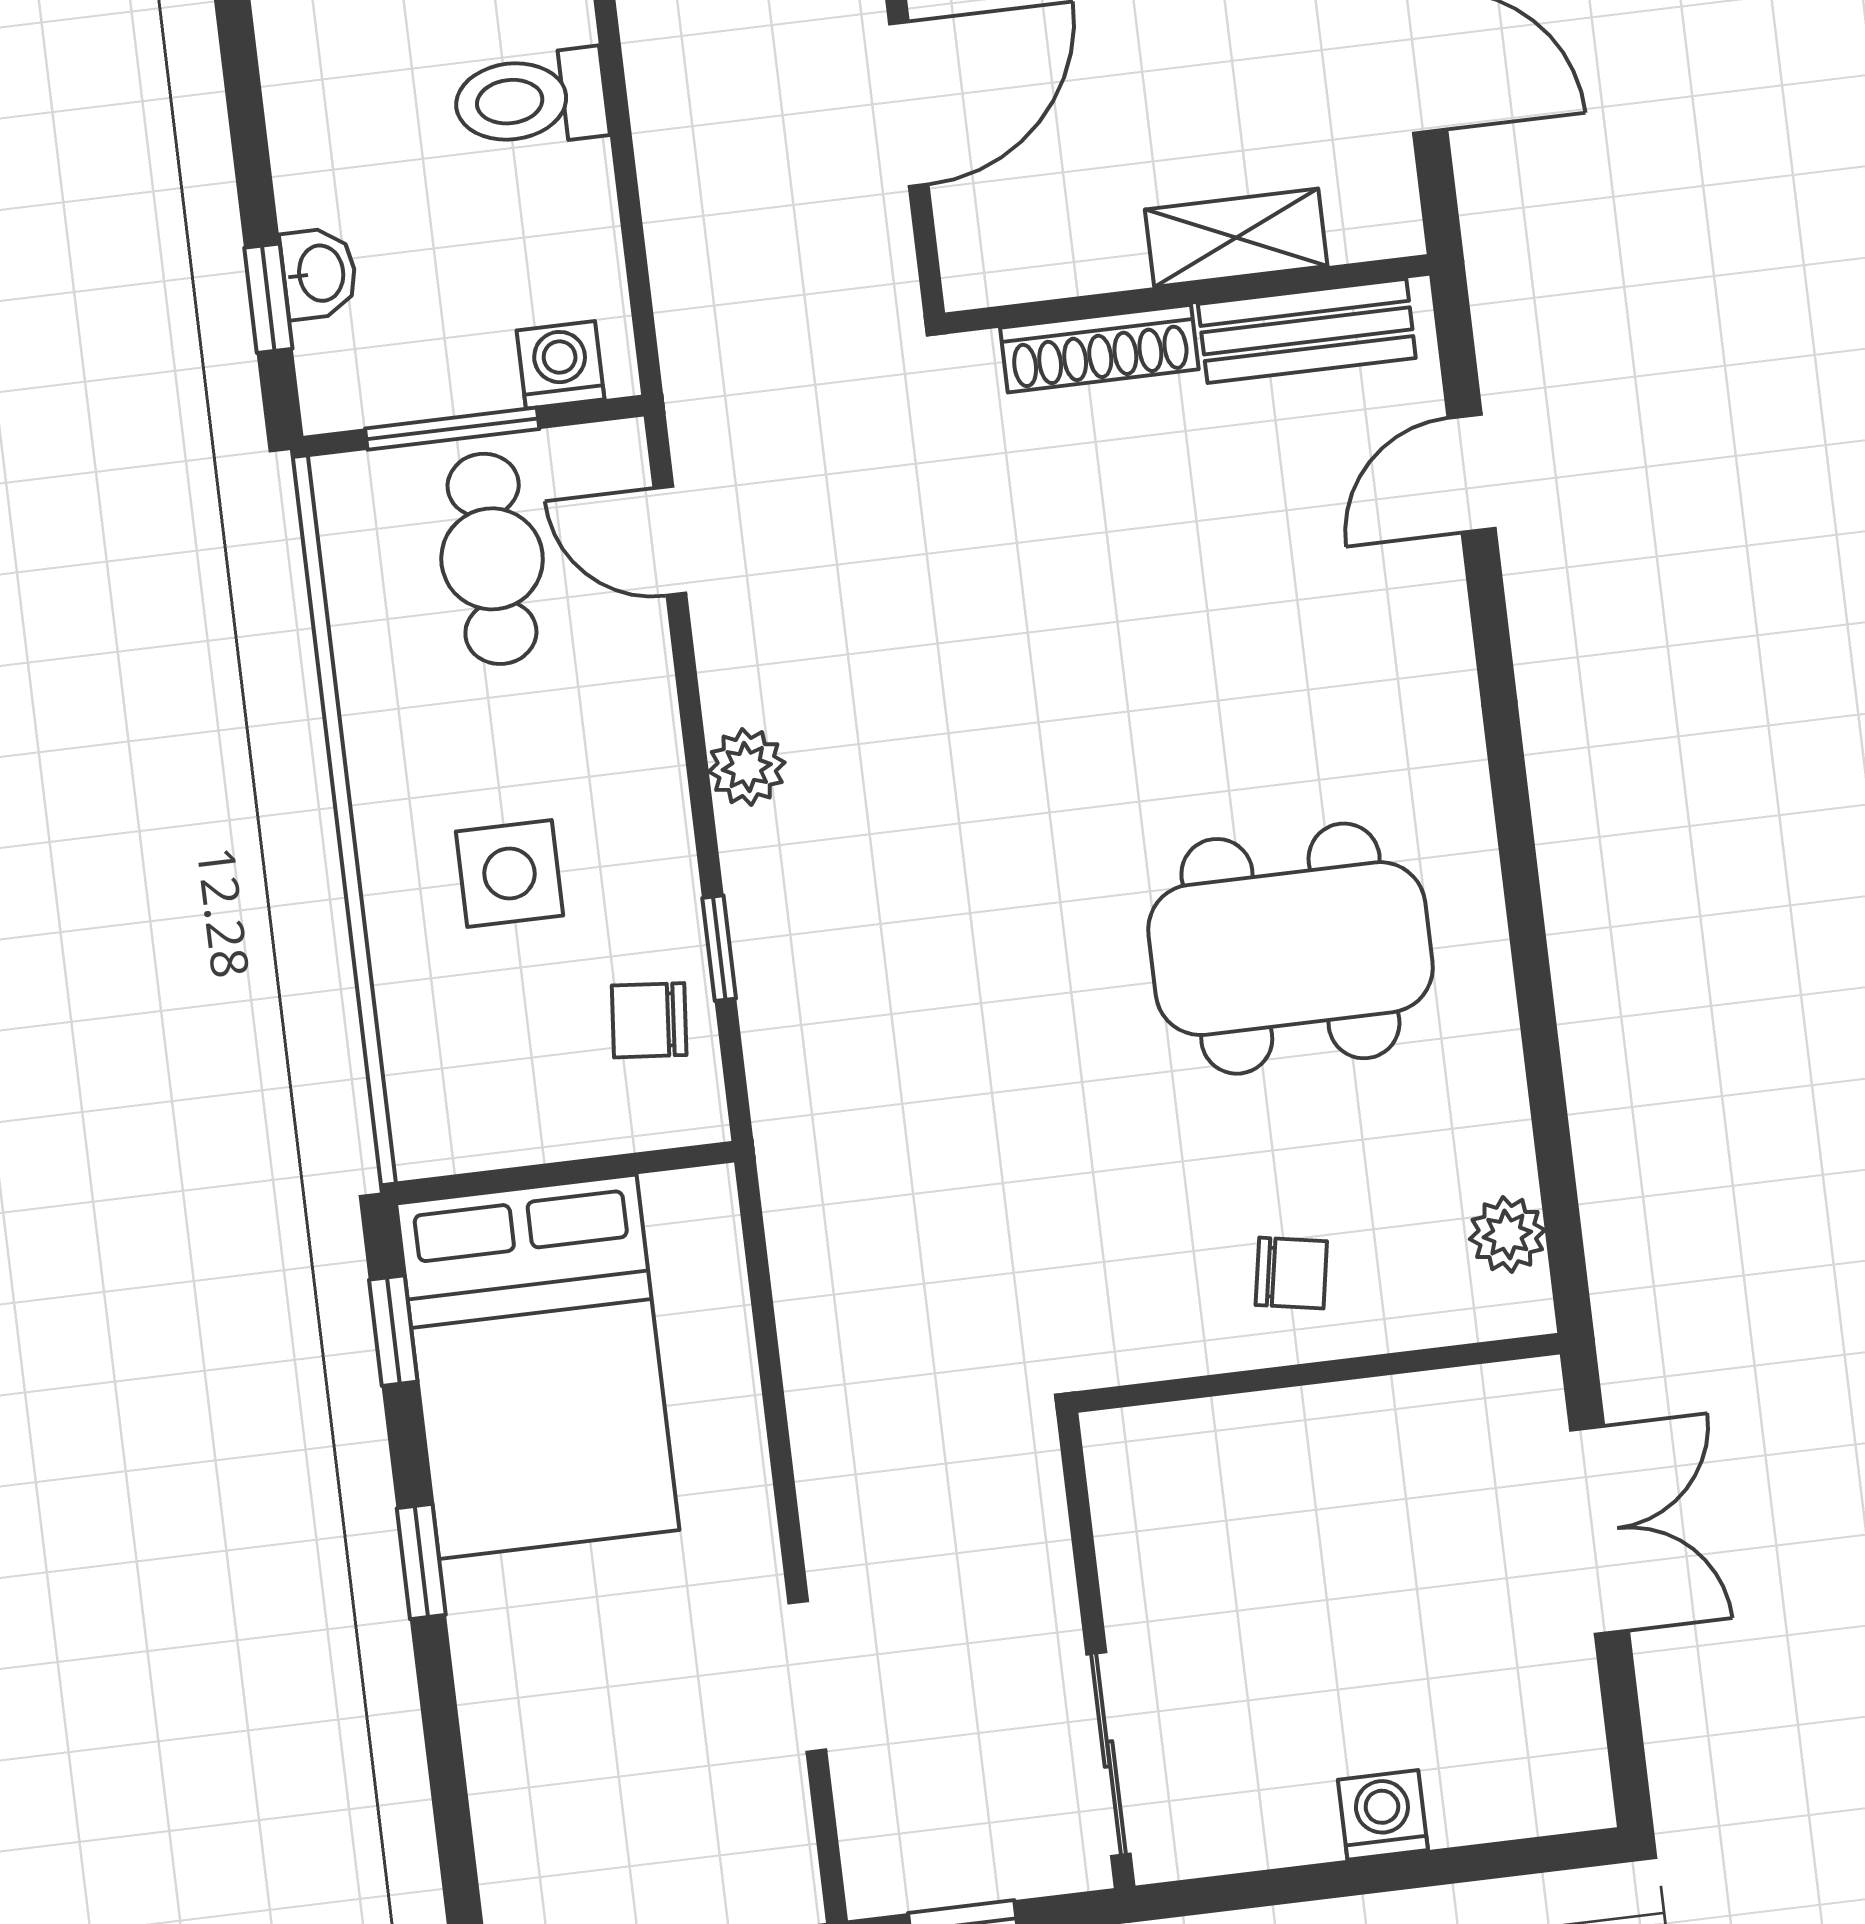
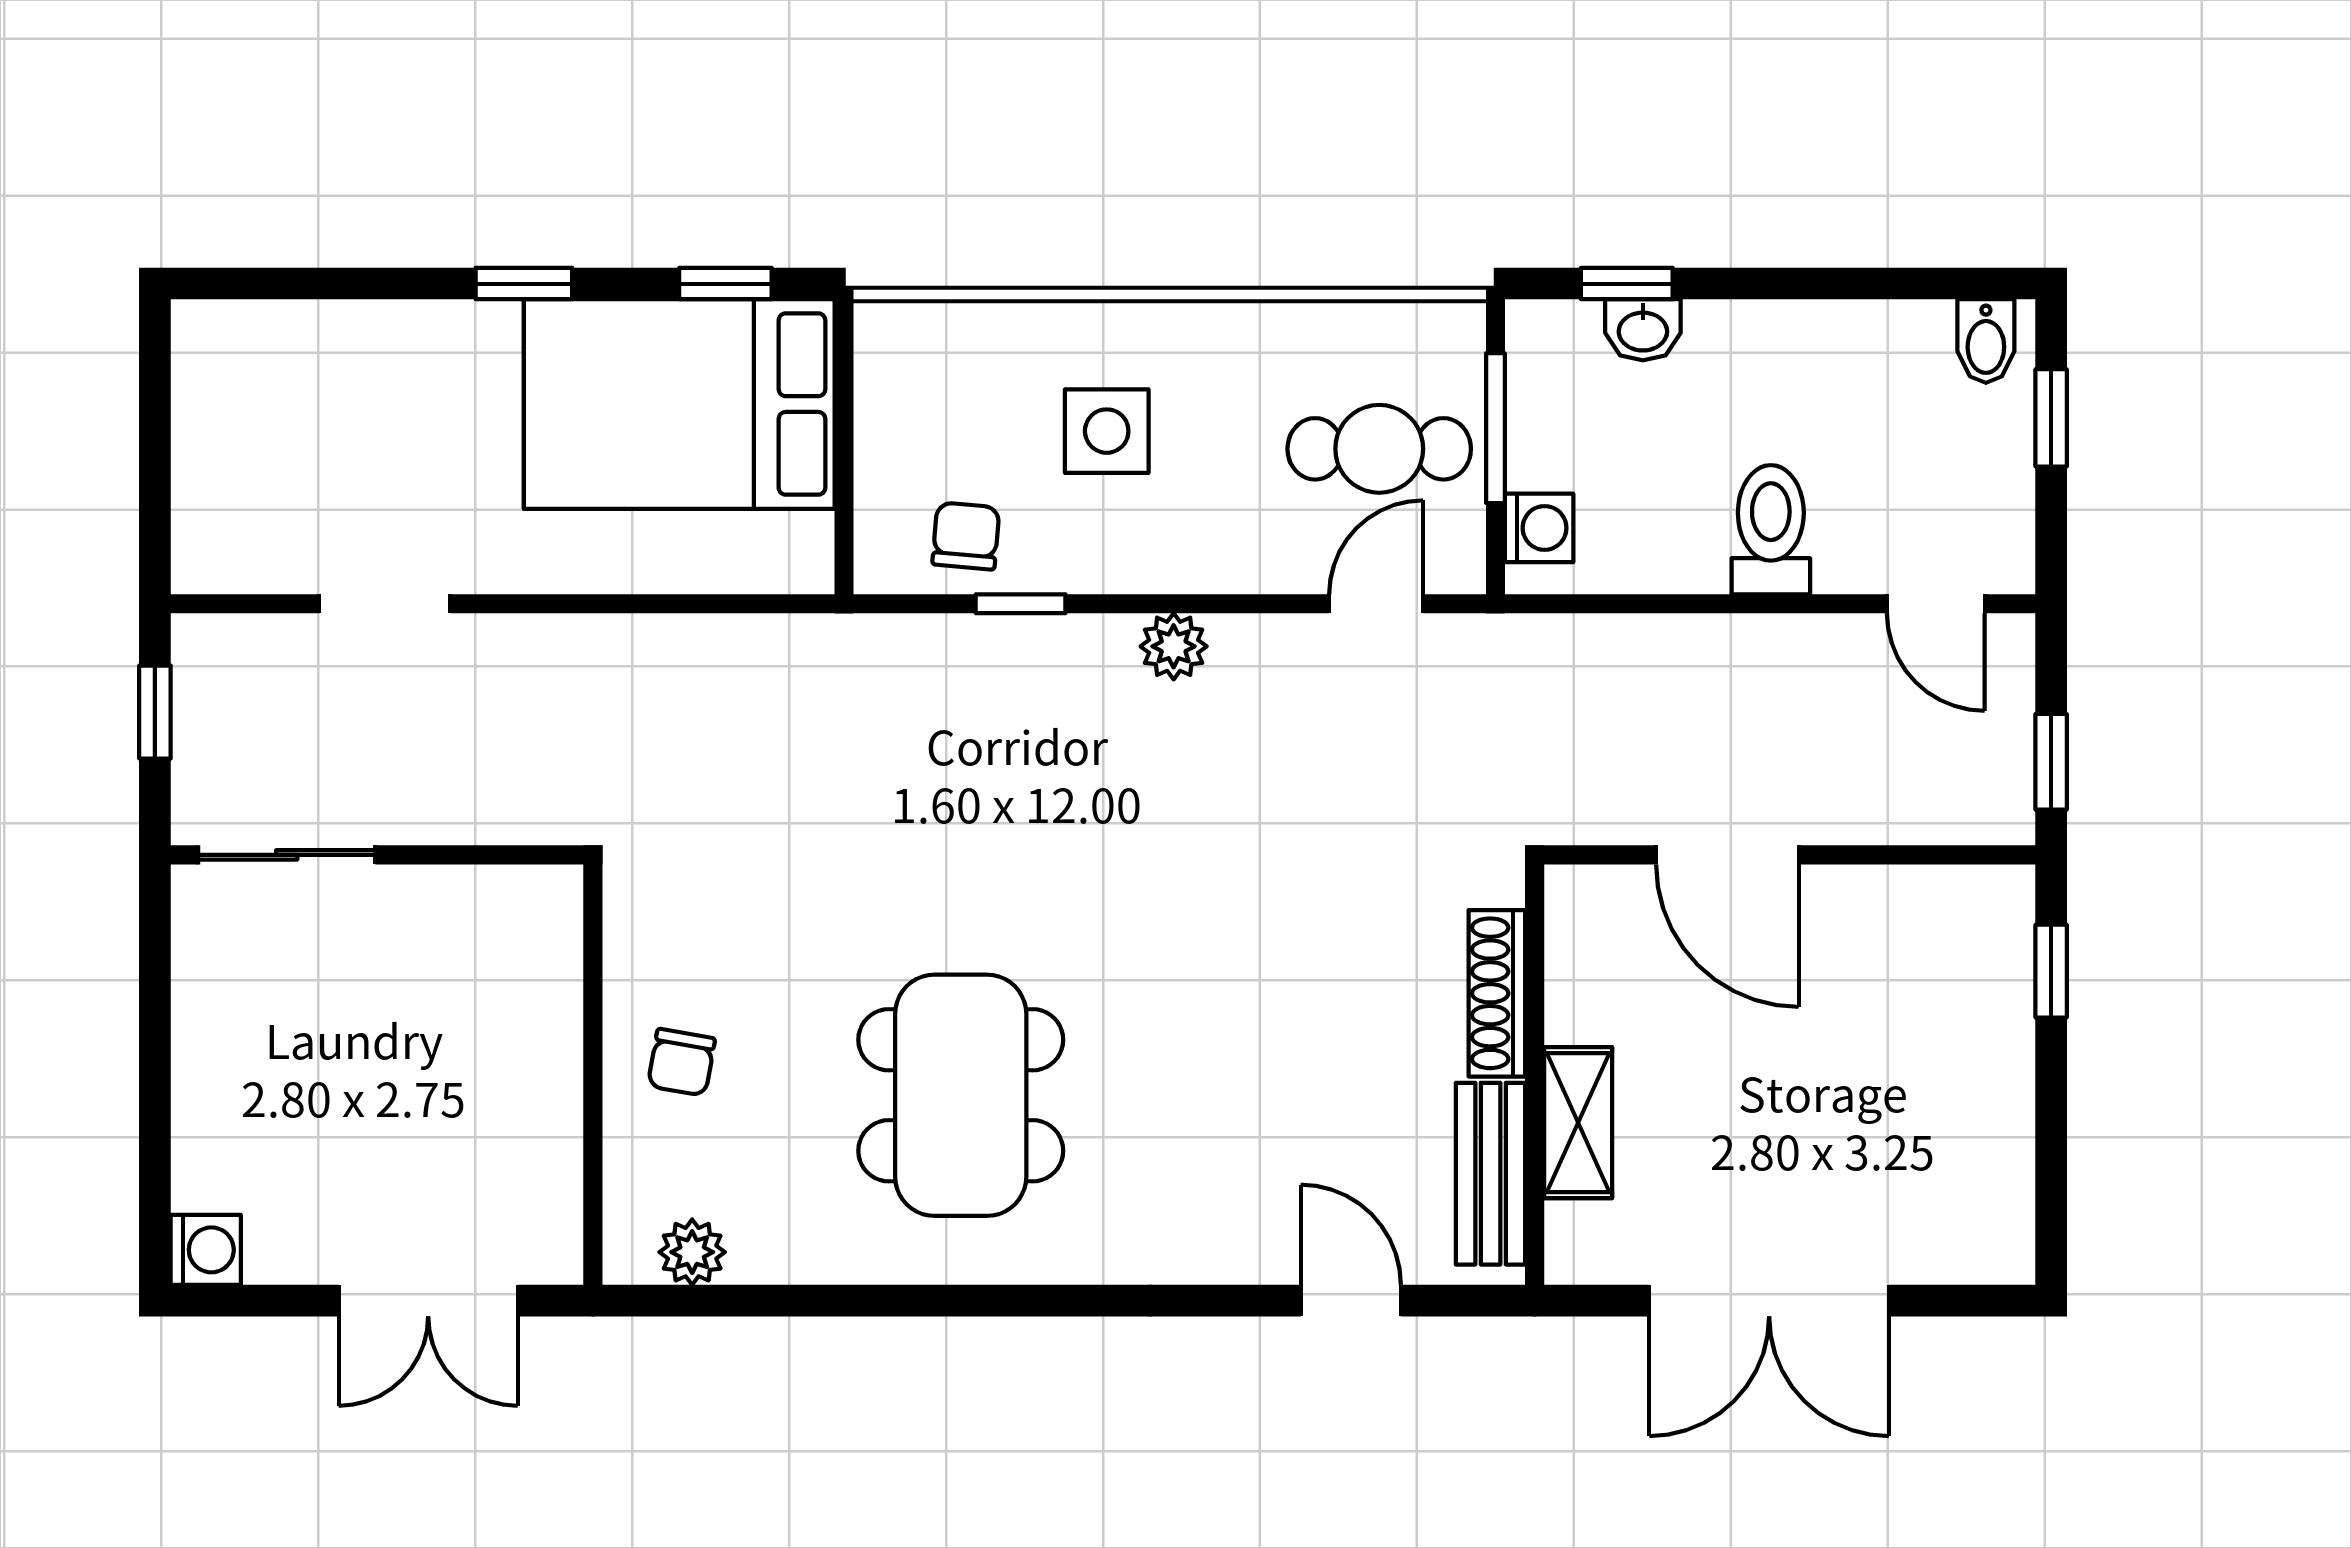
washing machine: (1383, 1815) -> (206, 1250), moved

